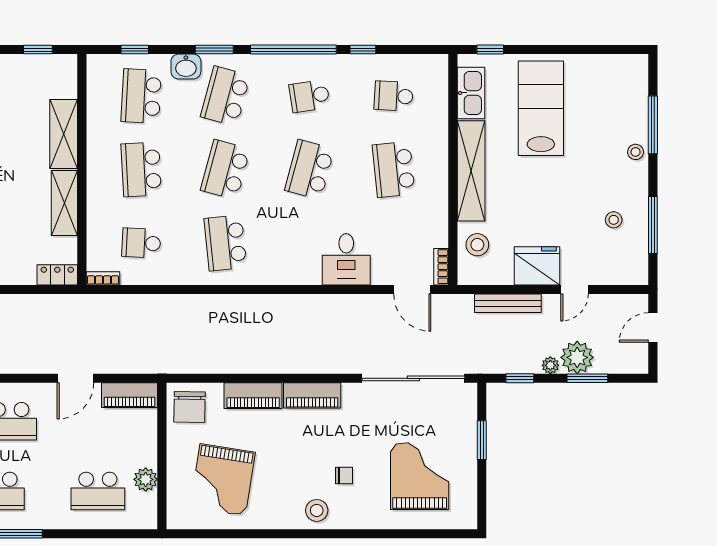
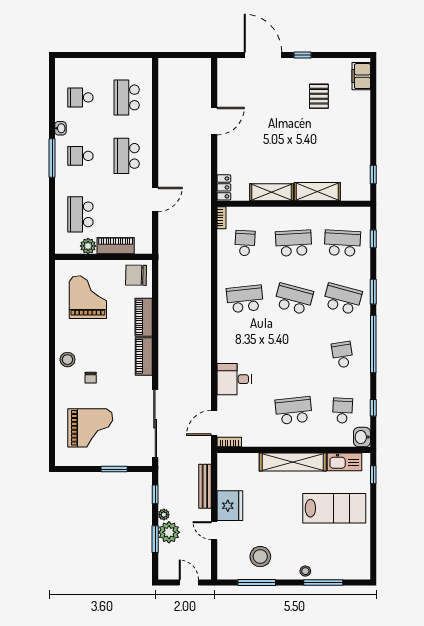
window: (363, 50) -> (373, 408), moved
washbasin: (186, 67) -> (362, 437), moved
school desk: (309, 169) -> (294, 355), removed
stool: (614, 220) -> (260, 557), width x1.89, depth x1.89
stool: (477, 245) -> (244, 466), removed
door: (75, 378) -> (155, 199), swing flipped
piano: (130, 395) -> (116, 246), moved, turned 90
grand piano: (223, 480) -> (88, 297), turned 81

